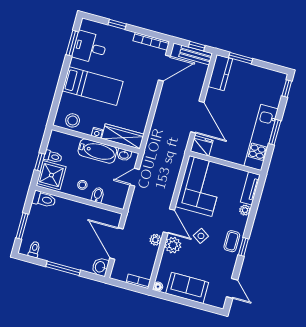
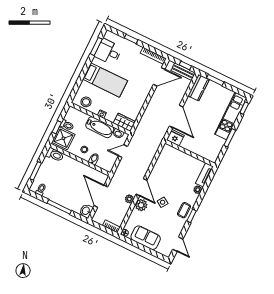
wardrobe: (123, 136) -> (124, 122), width x0.67
kitchen unit: (261, 137) -> (231, 116), moved
corner sofa: (200, 186) -> (169, 166), removed

